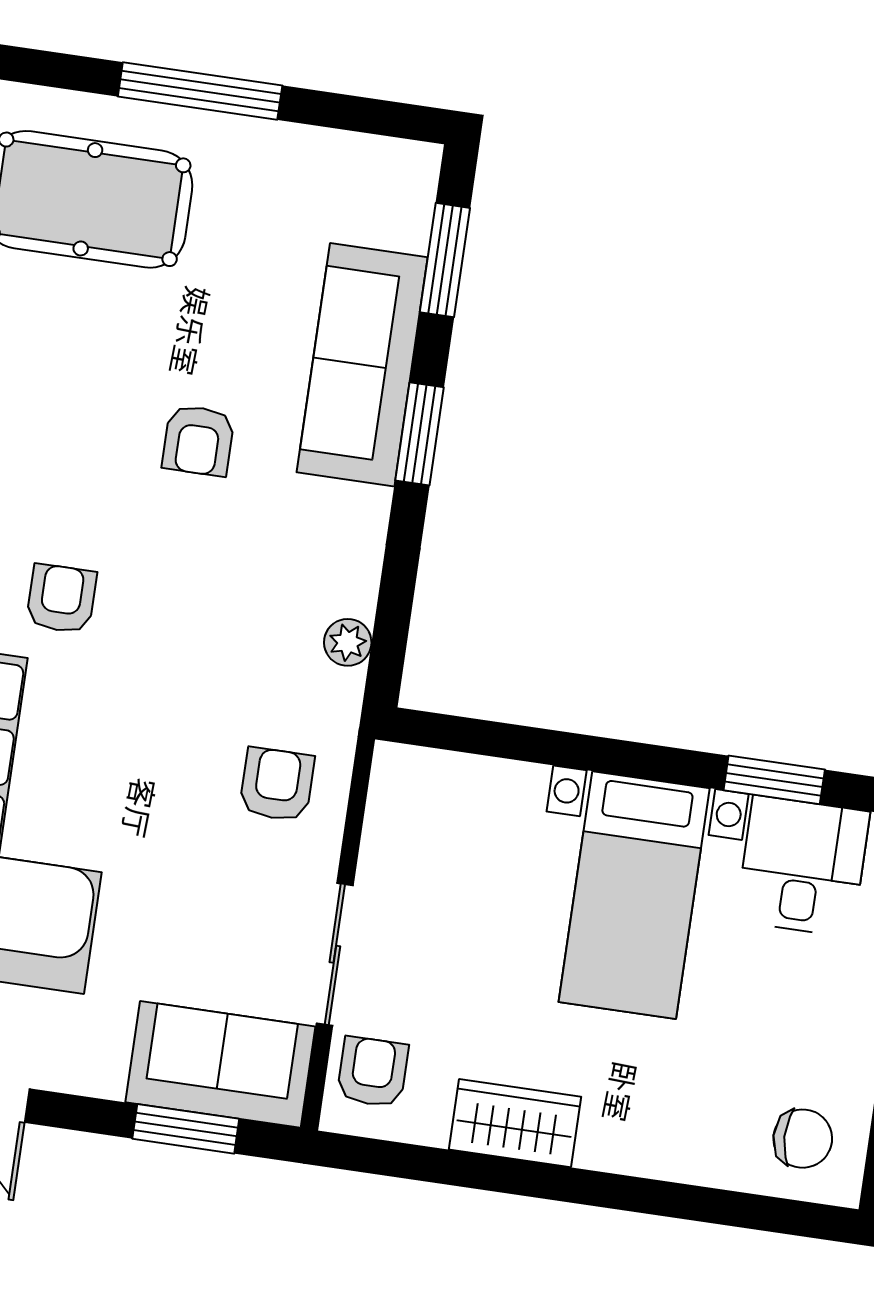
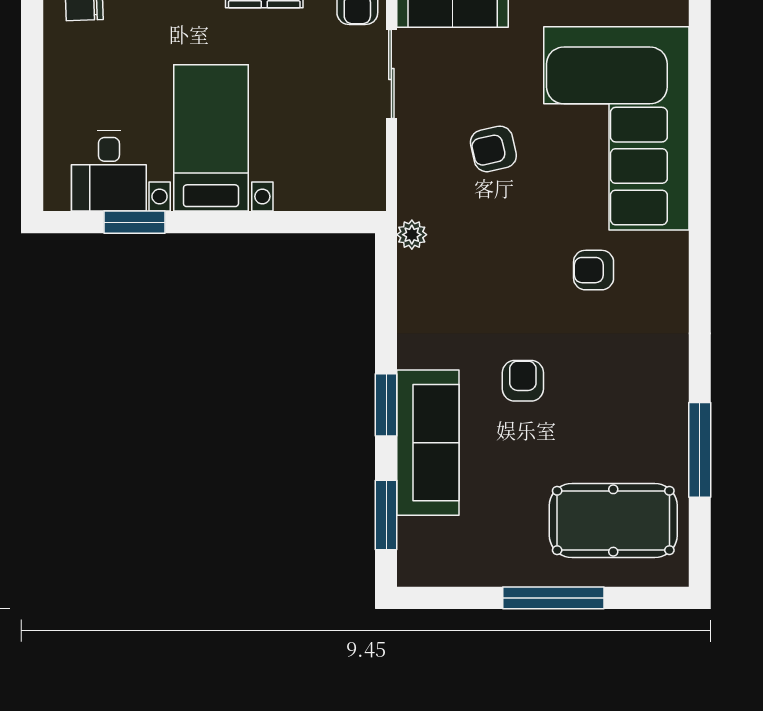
armchair: (61, 599) -> (594, 270), turned 90
plant: (348, 642) -> (412, 235), moved
armchair: (277, 784) -> (493, 149), moved, turned 77

